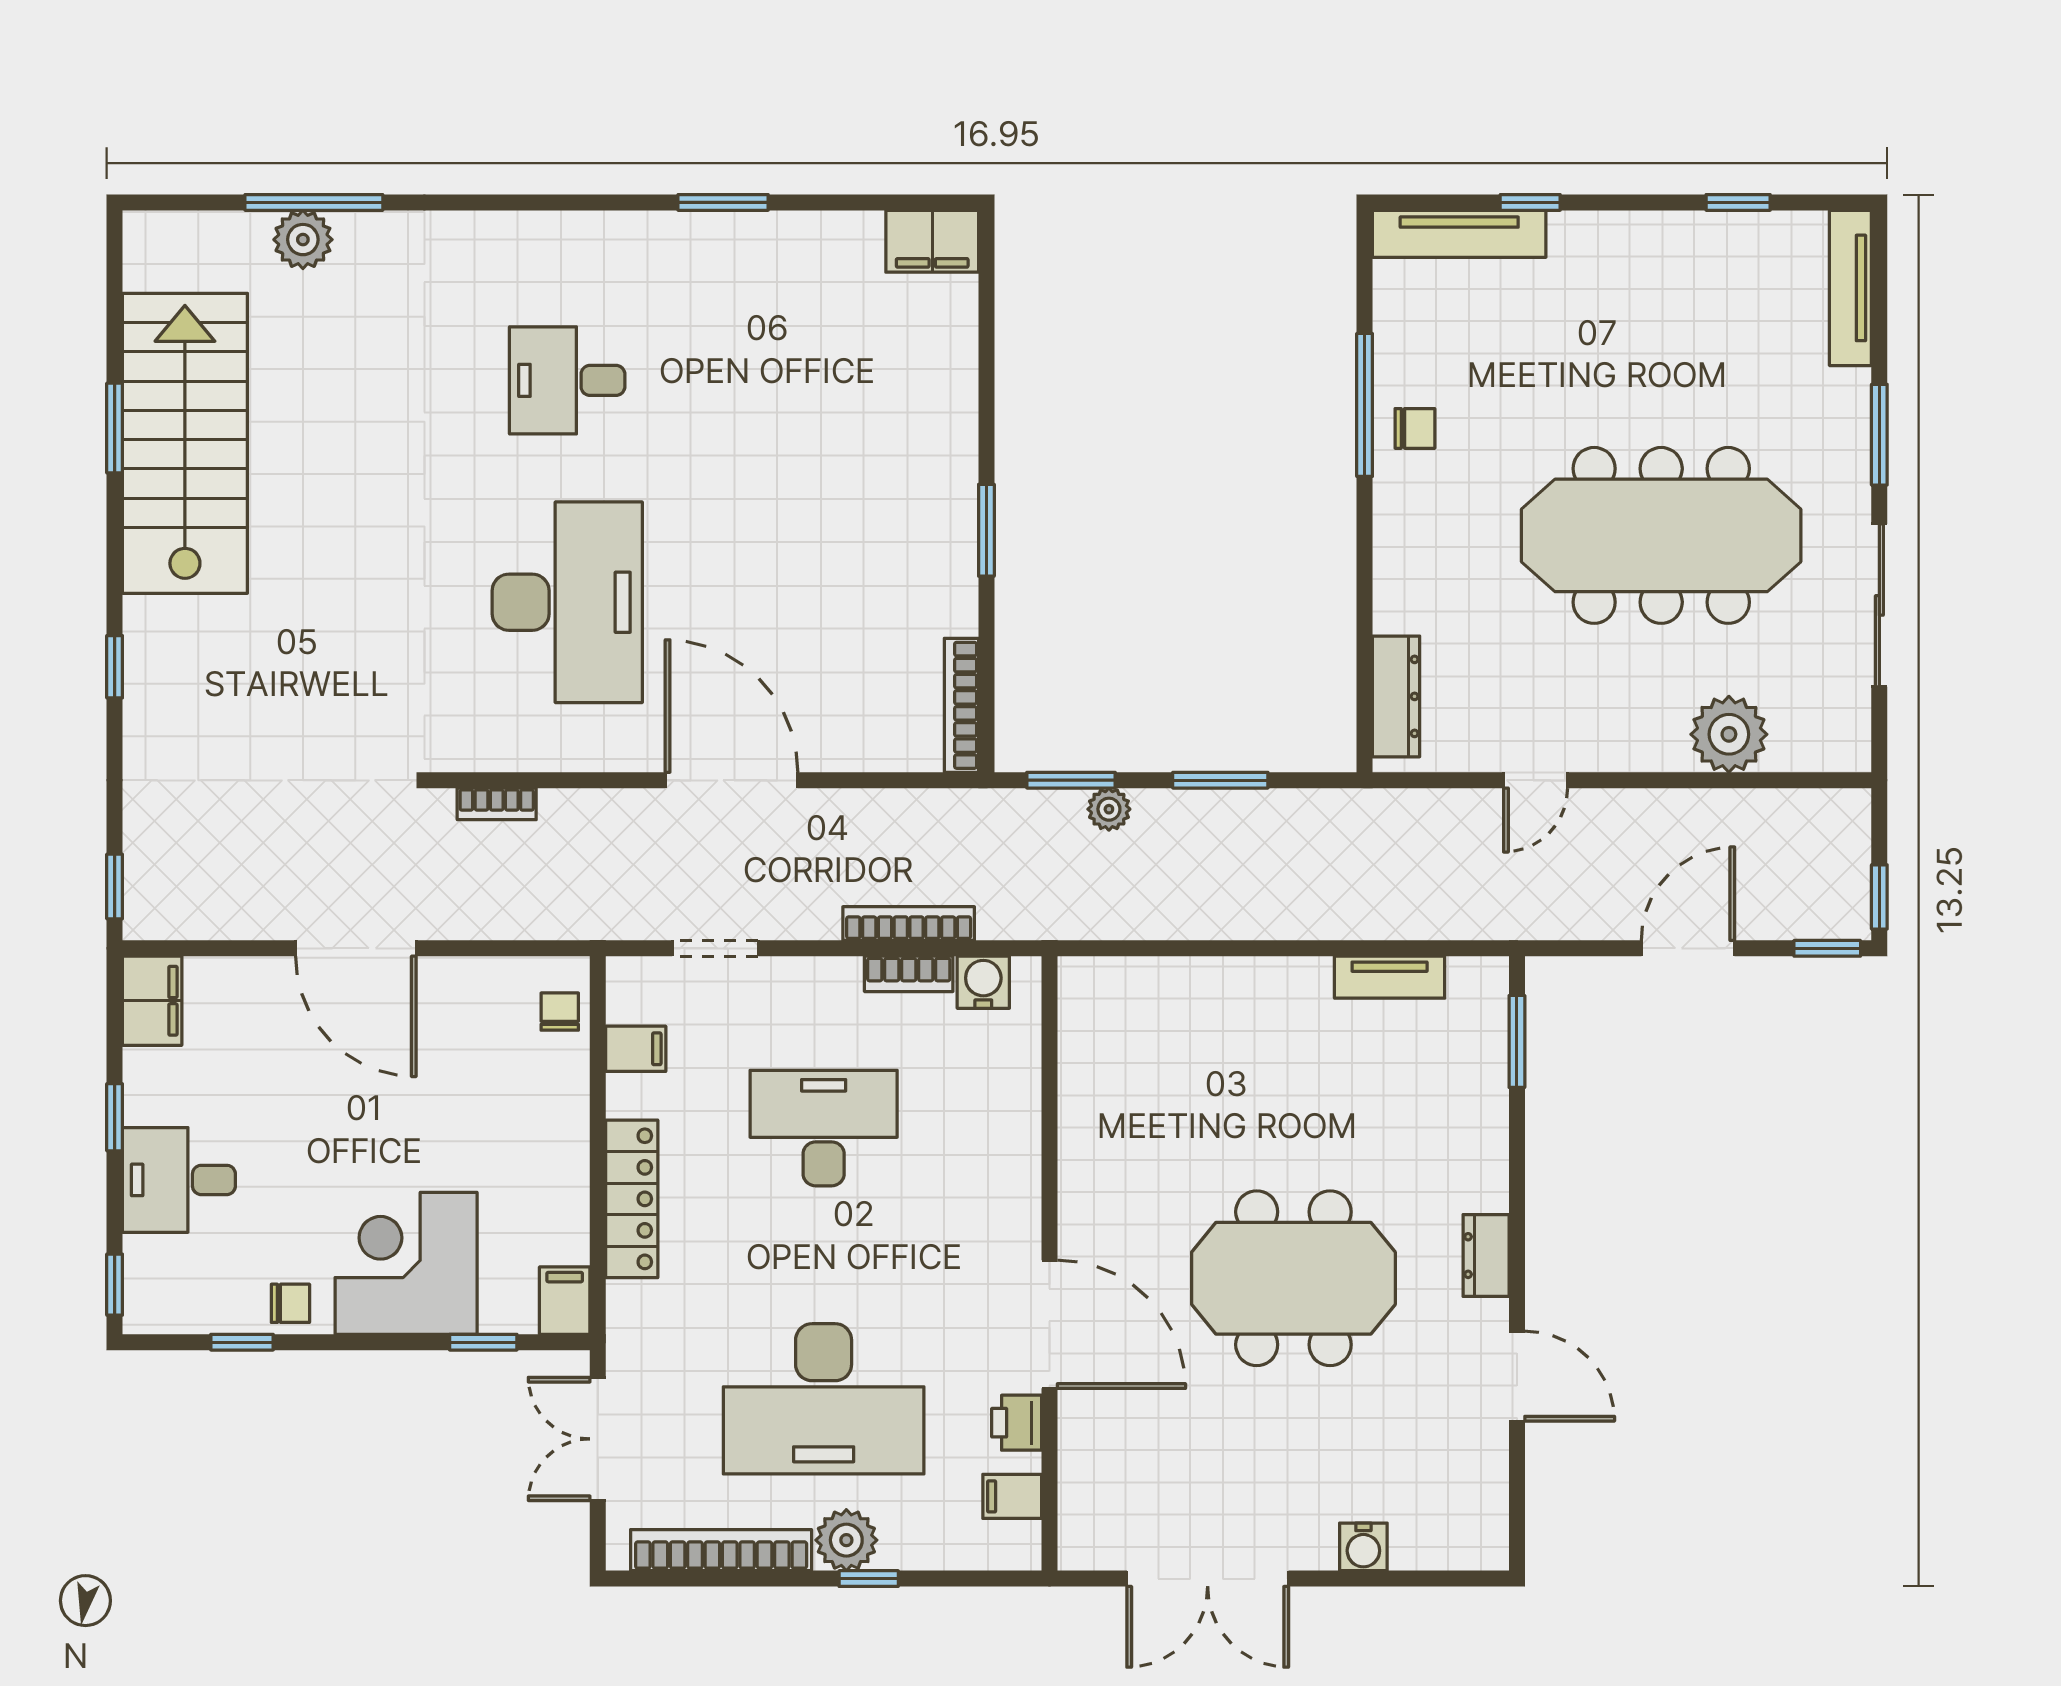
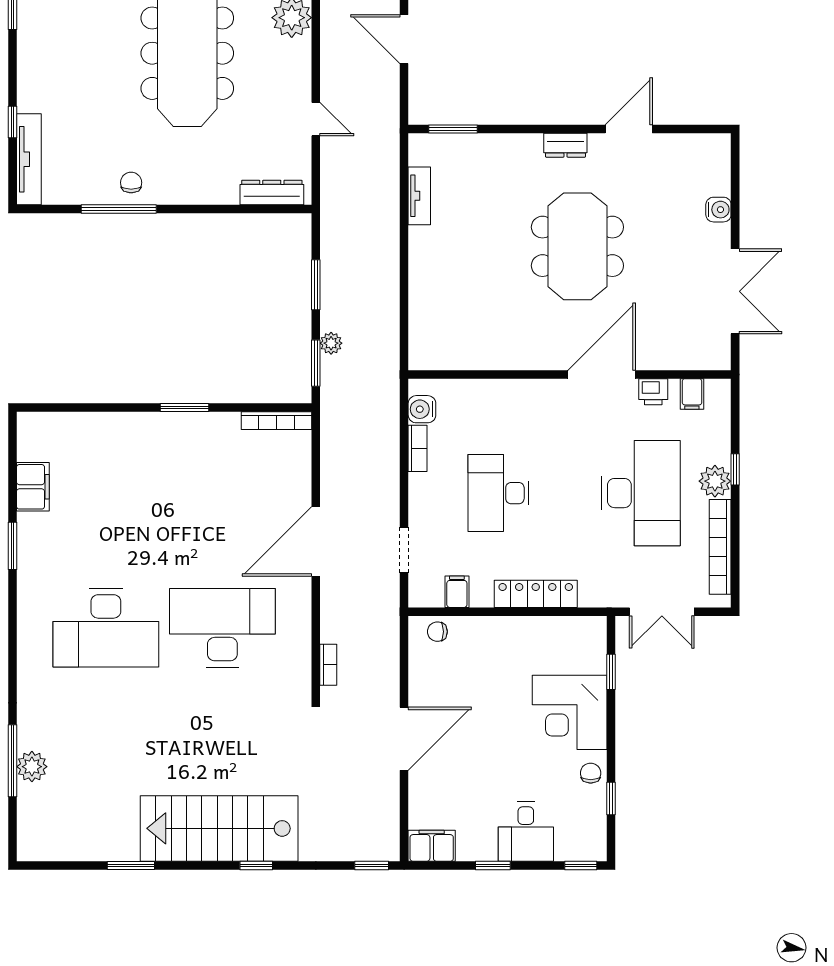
filing cabinet: (932, 241) -> (33, 487), moved
desk: (567, 380) -> (106, 628), width x1.87, depth x1.30
stairs: (185, 443) -> (219, 828), moved
bookcase: (909, 924) -> (391, 448), removed
filing cabinet: (565, 1301) -> (589, 629), removed

